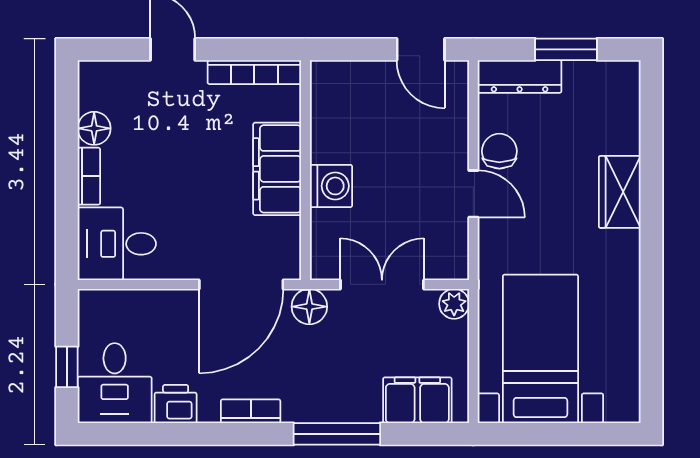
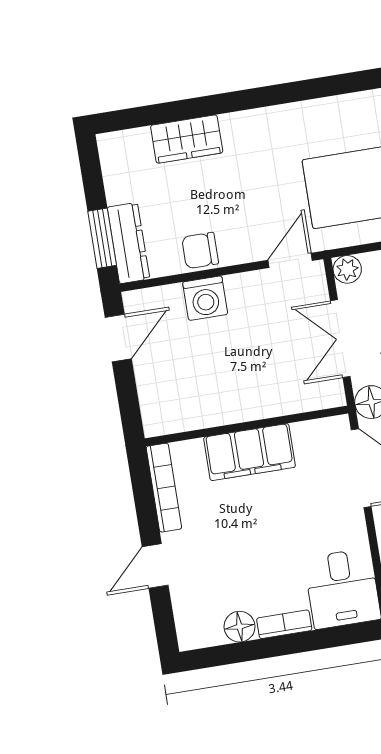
window: (566, 49) -> (102, 238), moved
washing machine: (331, 186) -> (205, 298), moved, turned 180
wardrobe: (620, 192) -> (187, 139), moved
door: (473, 194) -> (290, 260), moved

